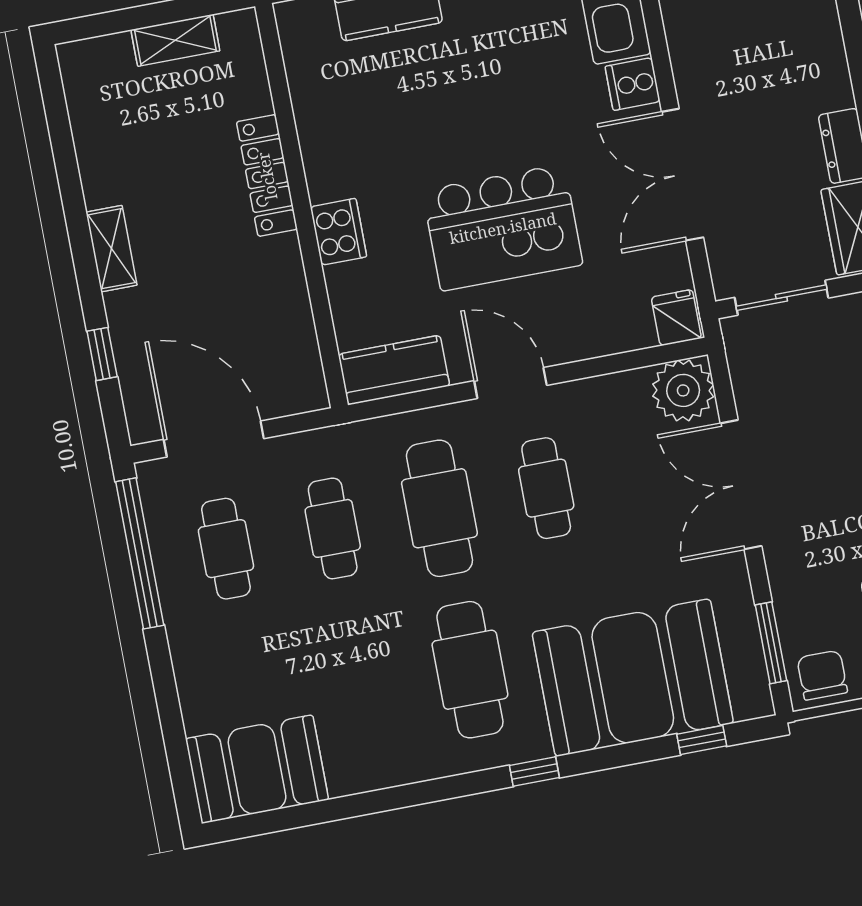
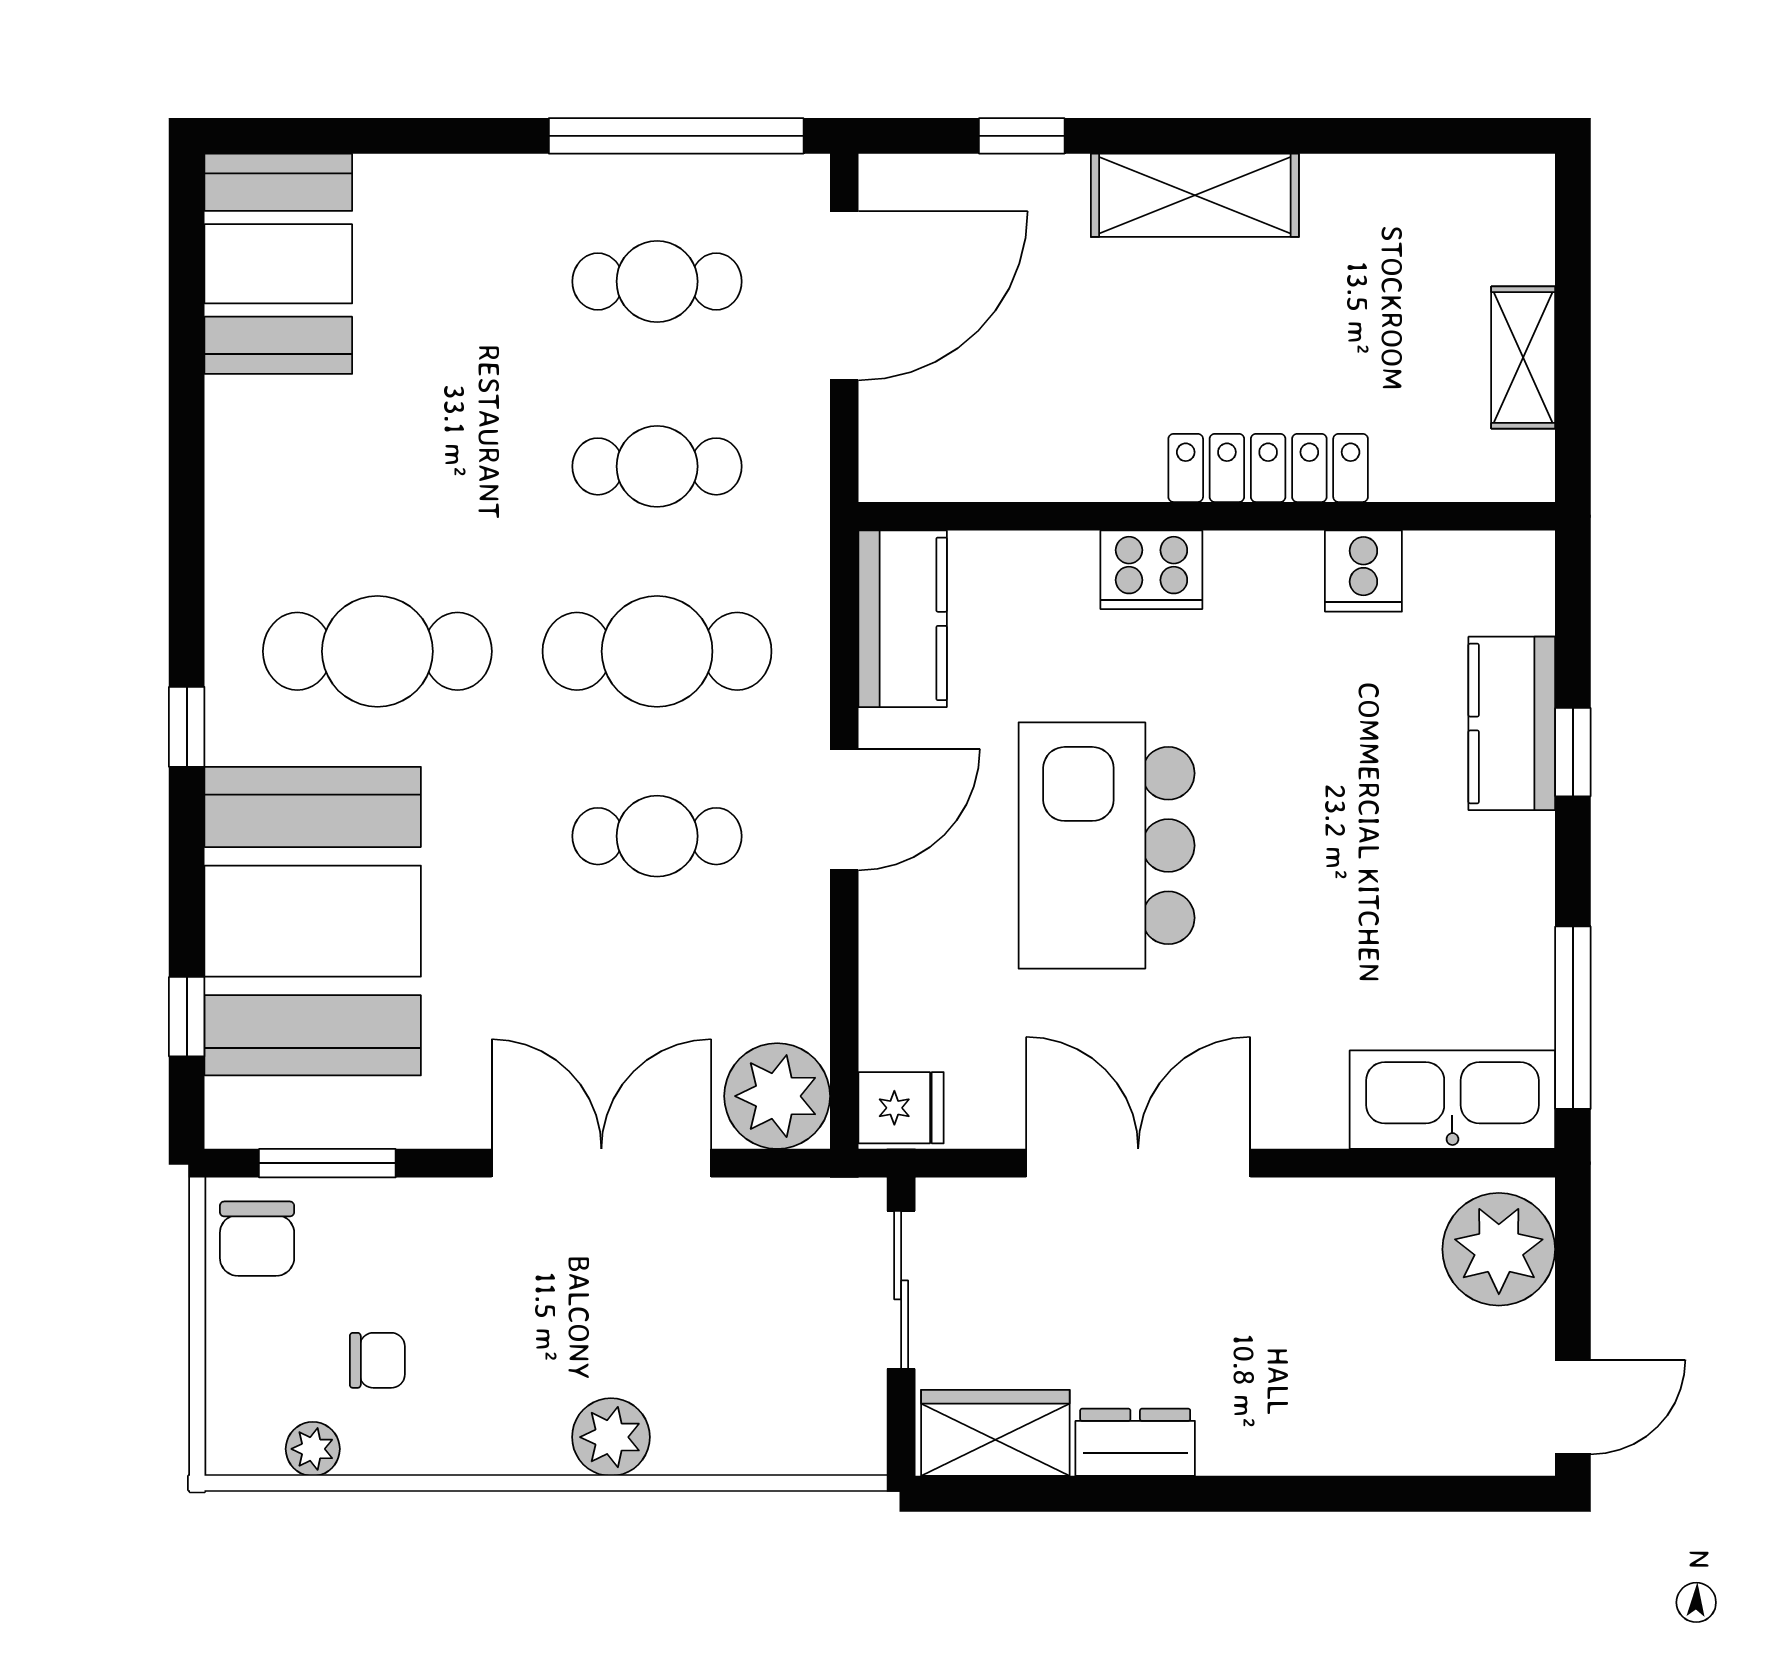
cooker: (633, 84) -> (1363, 571), moved, turned 180
shelving: (111, 249) -> (1195, 195), width x1.50, depth x1.33
chair: (822, 675) -> (257, 1239), turned 90

